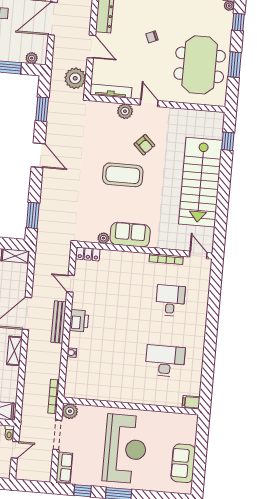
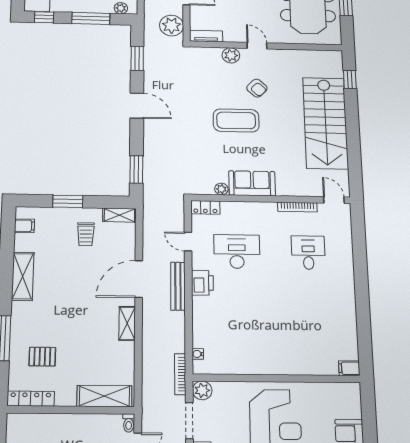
tv unit: (111, 91) -> (206, 36), width x0.71
water cooler: (72, 353) -> (198, 354), moved
desk: (165, 361) -> (237, 251), moved

